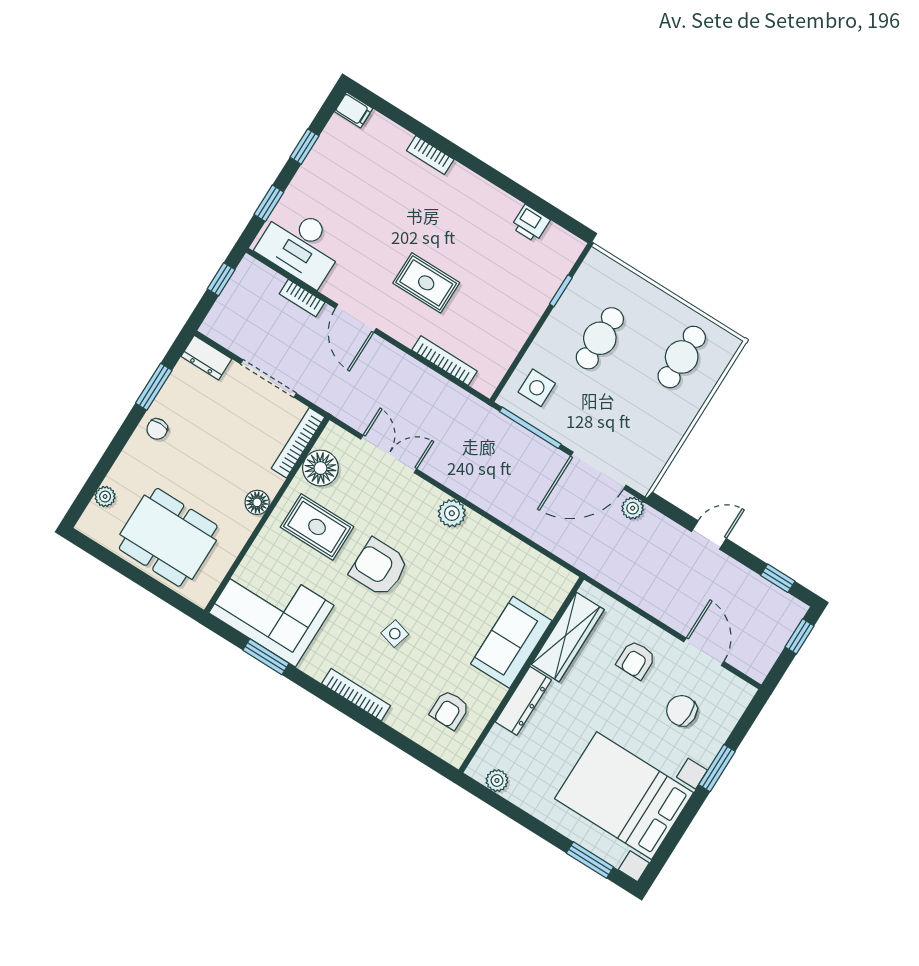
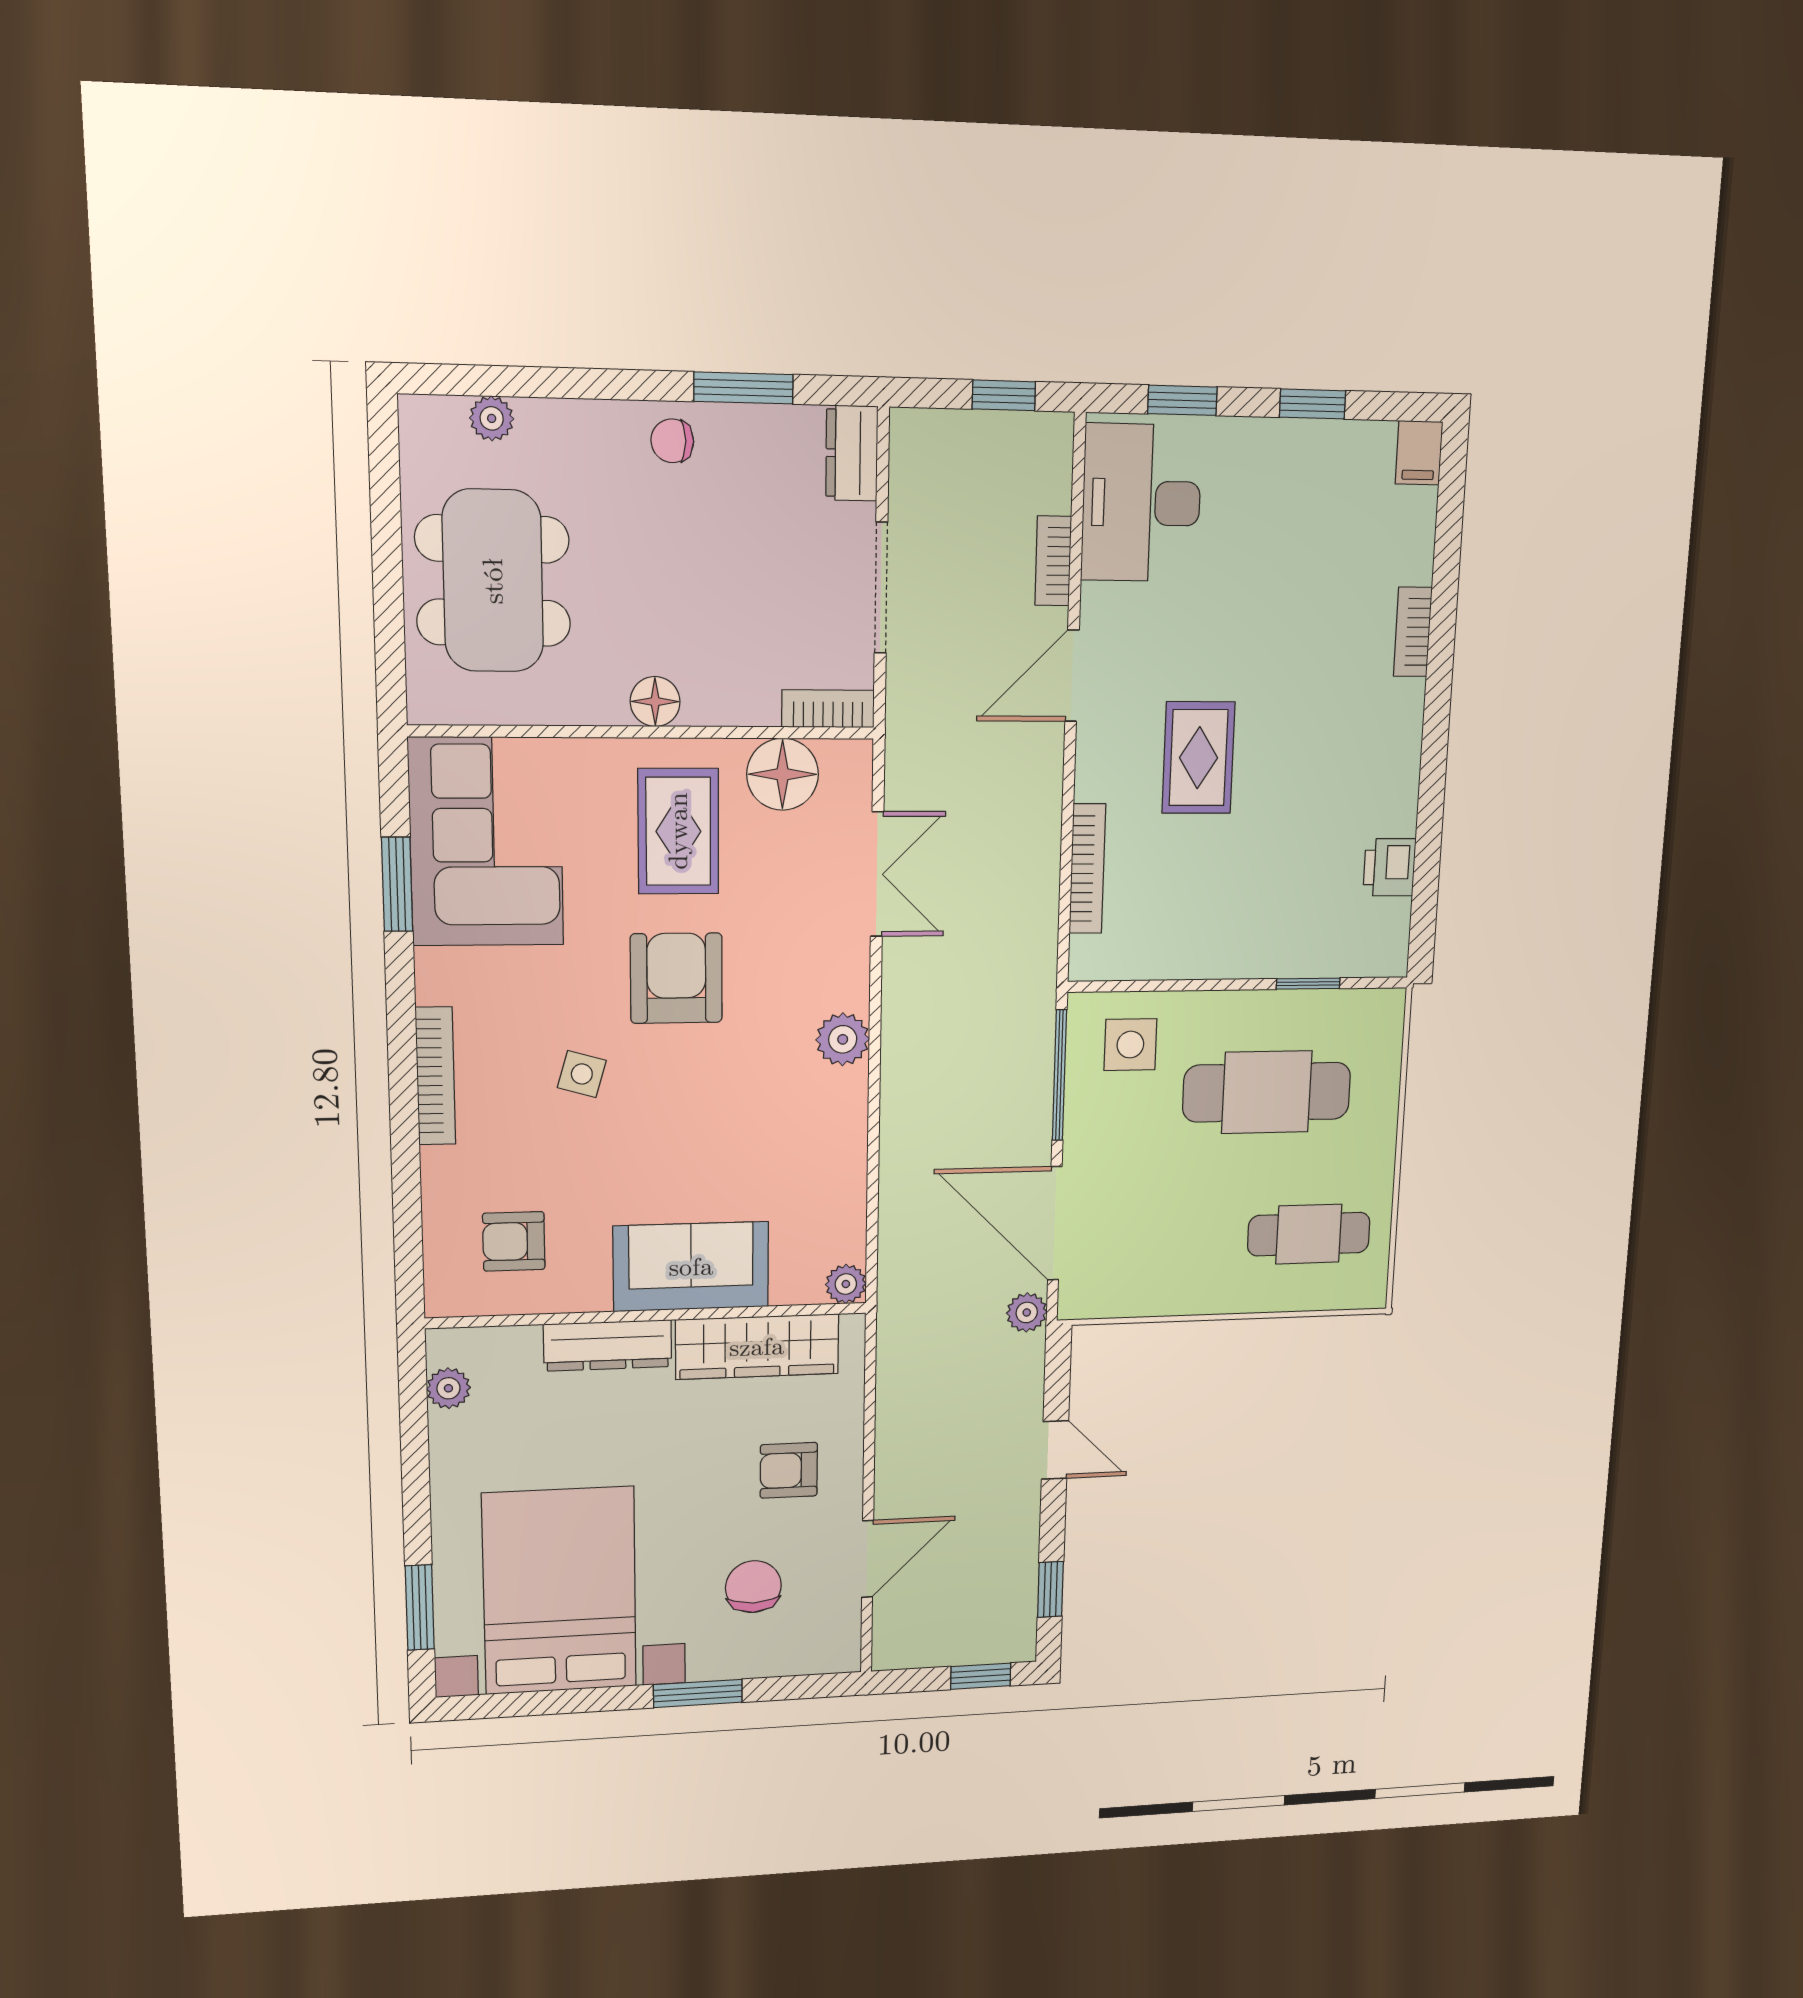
cafe table: (600, 338) -> (1267, 1092), width x1.37, depth x1.35
bookcase: (298, 443) -> (828, 709), width x0.64
plant: (565, 580) -> (846, 1284), added

